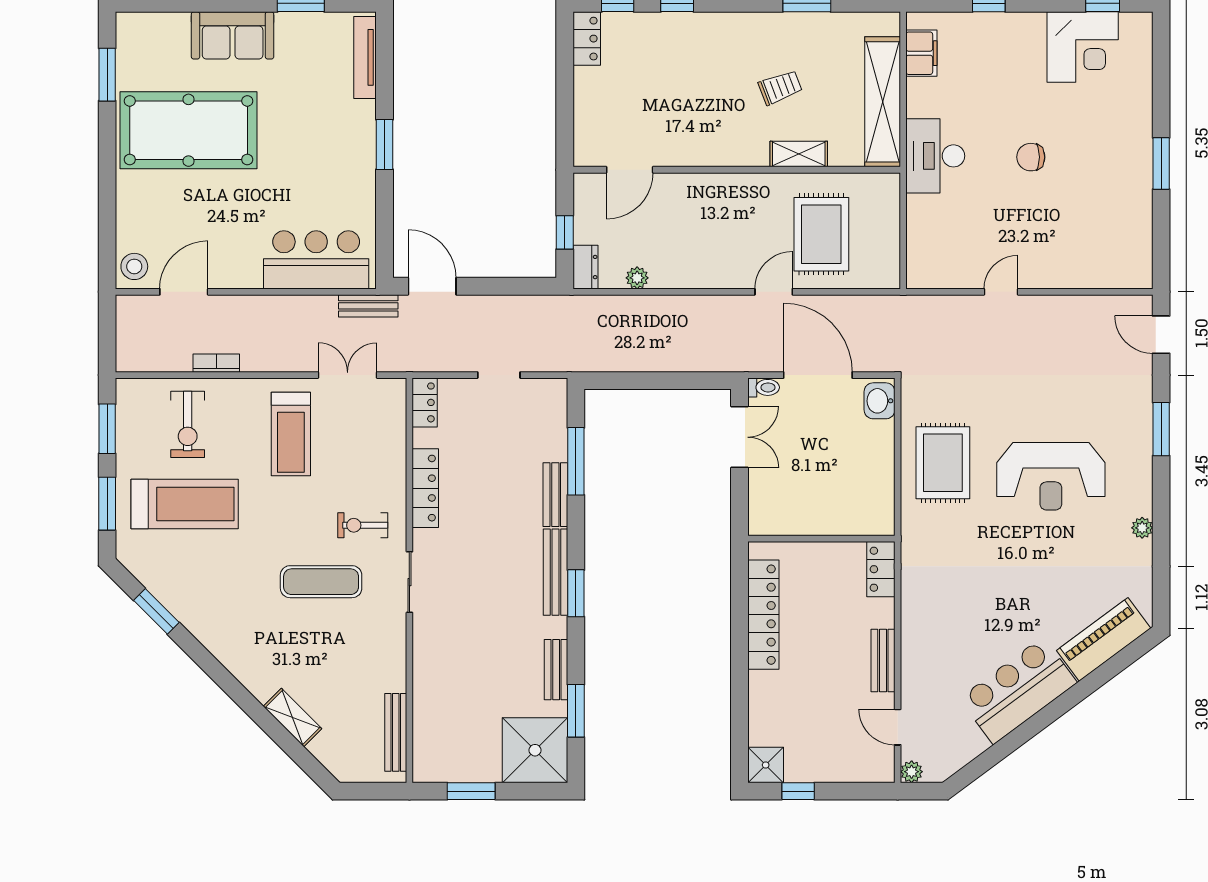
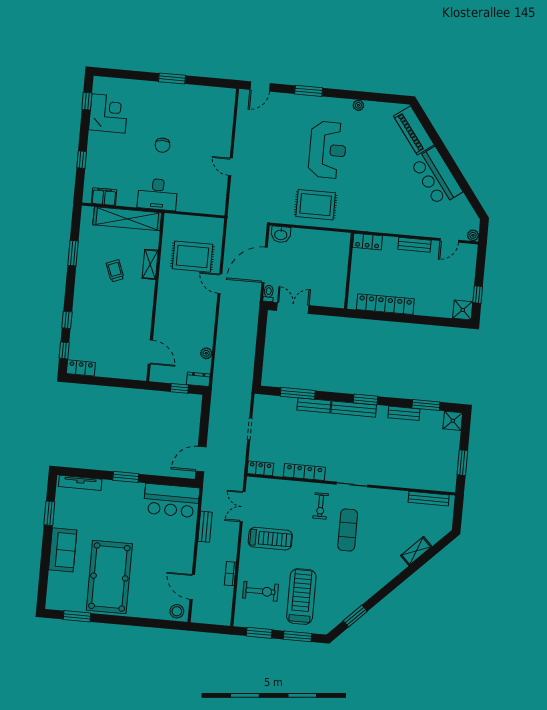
bar counter: (316, 260) -> (171, 501), moved, turned -90
bench: (368, 306) -> (205, 527), moved
shower: (535, 750) -> (453, 421), width x0.54, depth x0.54

